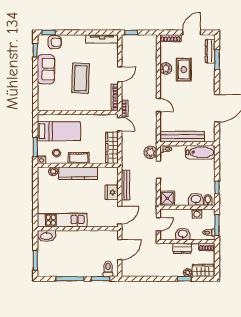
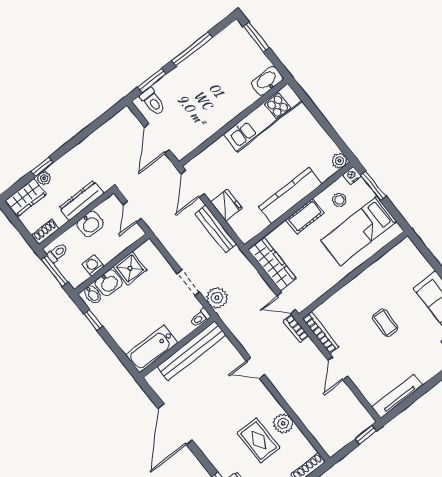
coffee table: (81, 78) -> (385, 323), width x0.54, depth x0.58
plant: (53, 171) -> (339, 161), moved
shower: (167, 198) -> (130, 268), moved
dresser: (182, 248) -> (81, 200), width x1.44

